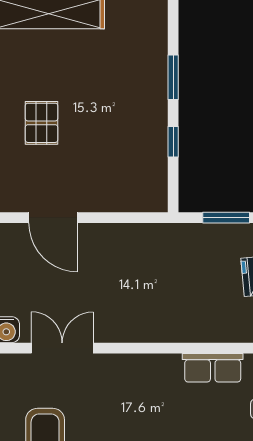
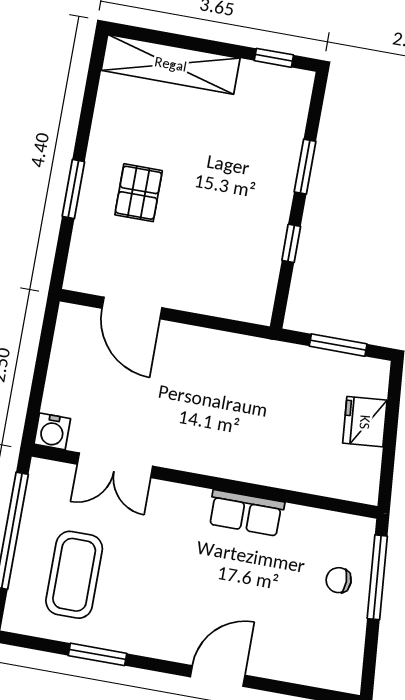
double door: (62, 348) -> (115, 465), swing flipped
row of seats: (213, 368) -> (246, 513), moved

